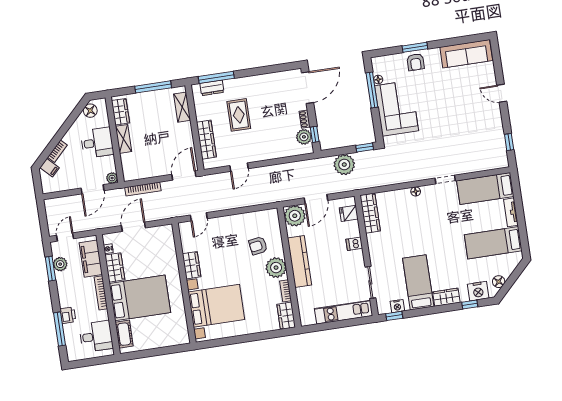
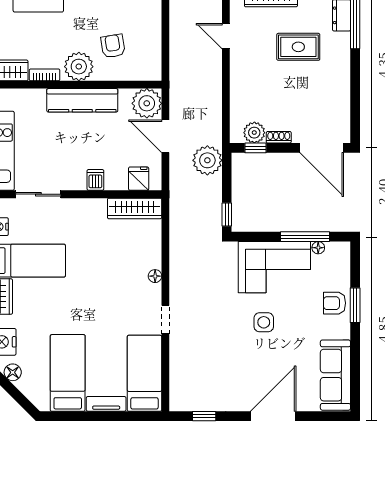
door: (502, 93) -> (273, 416), width x1.88
side table: (437, 110) -> (264, 322), added
plant: (344, 165) -> (207, 160), moved

